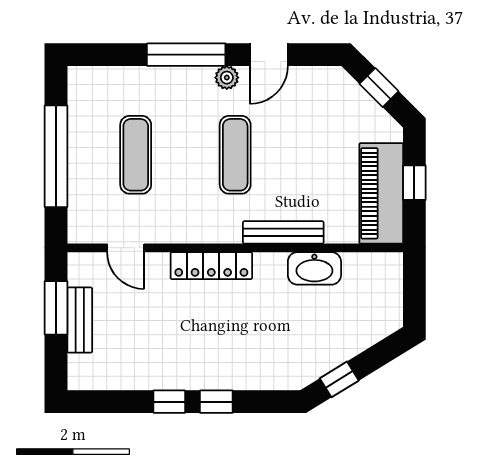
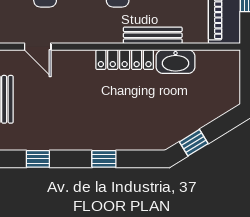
locker: (211, 266) -> (125, 60), moved
window: (169, 402) -> (38, 159), moved

